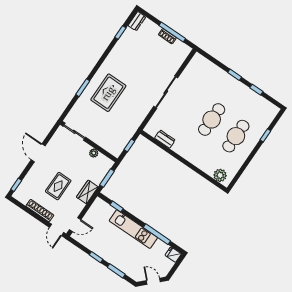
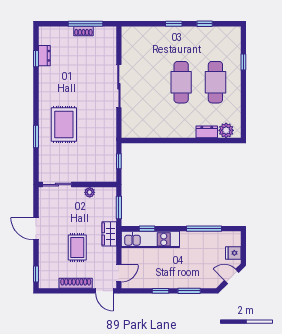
dresser: (137, 21) -> (44, 56), moved
dresser: (165, 139) -> (207, 132), moved
kitchen unit: (133, 229) -> (150, 239), moved
fridge: (173, 255) -> (233, 253), moved

